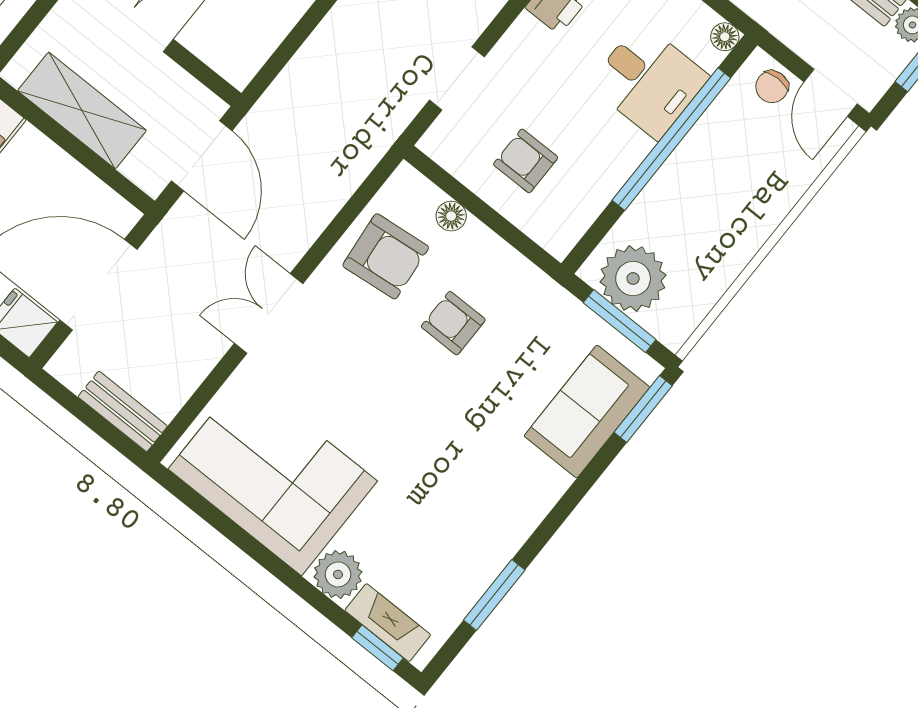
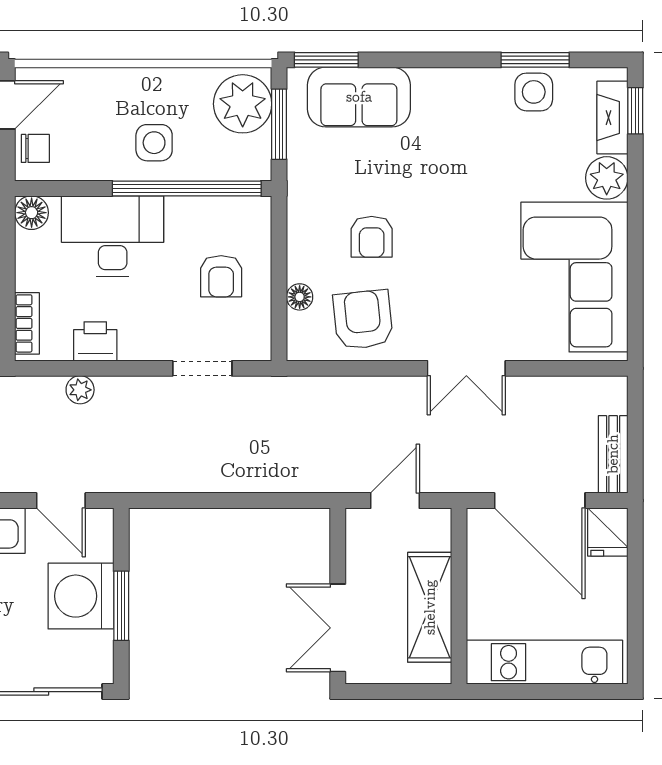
floor lamp: (725, 37) -> (32, 213), width x1.37, depth x1.37
desk: (649, 81) -> (113, 236), width x1.37
window: (671, 139) -> (187, 188), moved
door: (202, 156) -> (395, 501), width x0.73
side table: (692, 197) -> (154, 143), added
plant: (633, 278) -> (243, 104), moved
bench: (123, 411) -> (613, 454), moved
side table: (467, 571) -> (534, 92), added

